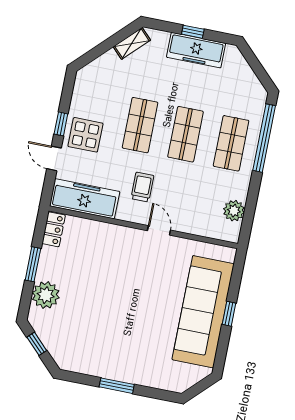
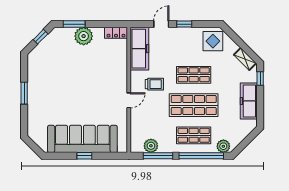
window: (193, 32) -> (260, 79), moved
plant: (256, 102) -> (223, 146), added
shop shelf: (186, 134) -> (194, 105), width x1.43, depth x1.36
display table: (85, 135) -> (213, 41), moved
window: (251, 203) -> (158, 156), added
window: (33, 264) -> (74, 24), moved
plant: (46, 295) -> (84, 36), moved

